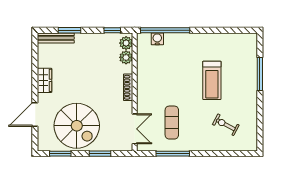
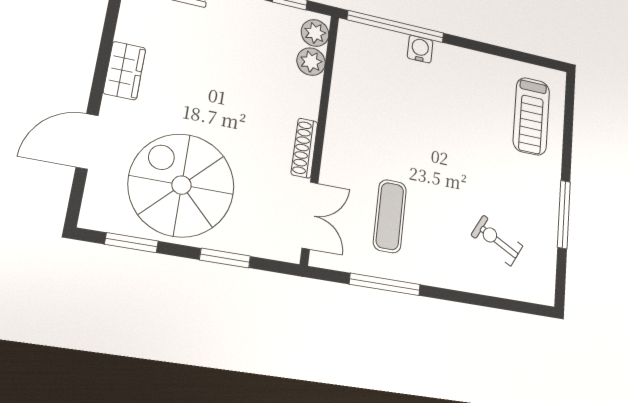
water cooler: (157, 39) -> (420, 49), moved
window: (260, 74) -> (564, 214), moved
treadmill: (212, 80) -> (531, 116), moved
shoe rack: (128, 87) -> (304, 148), moved
spiral stairs: (77, 126) -> (182, 185), turned 180

